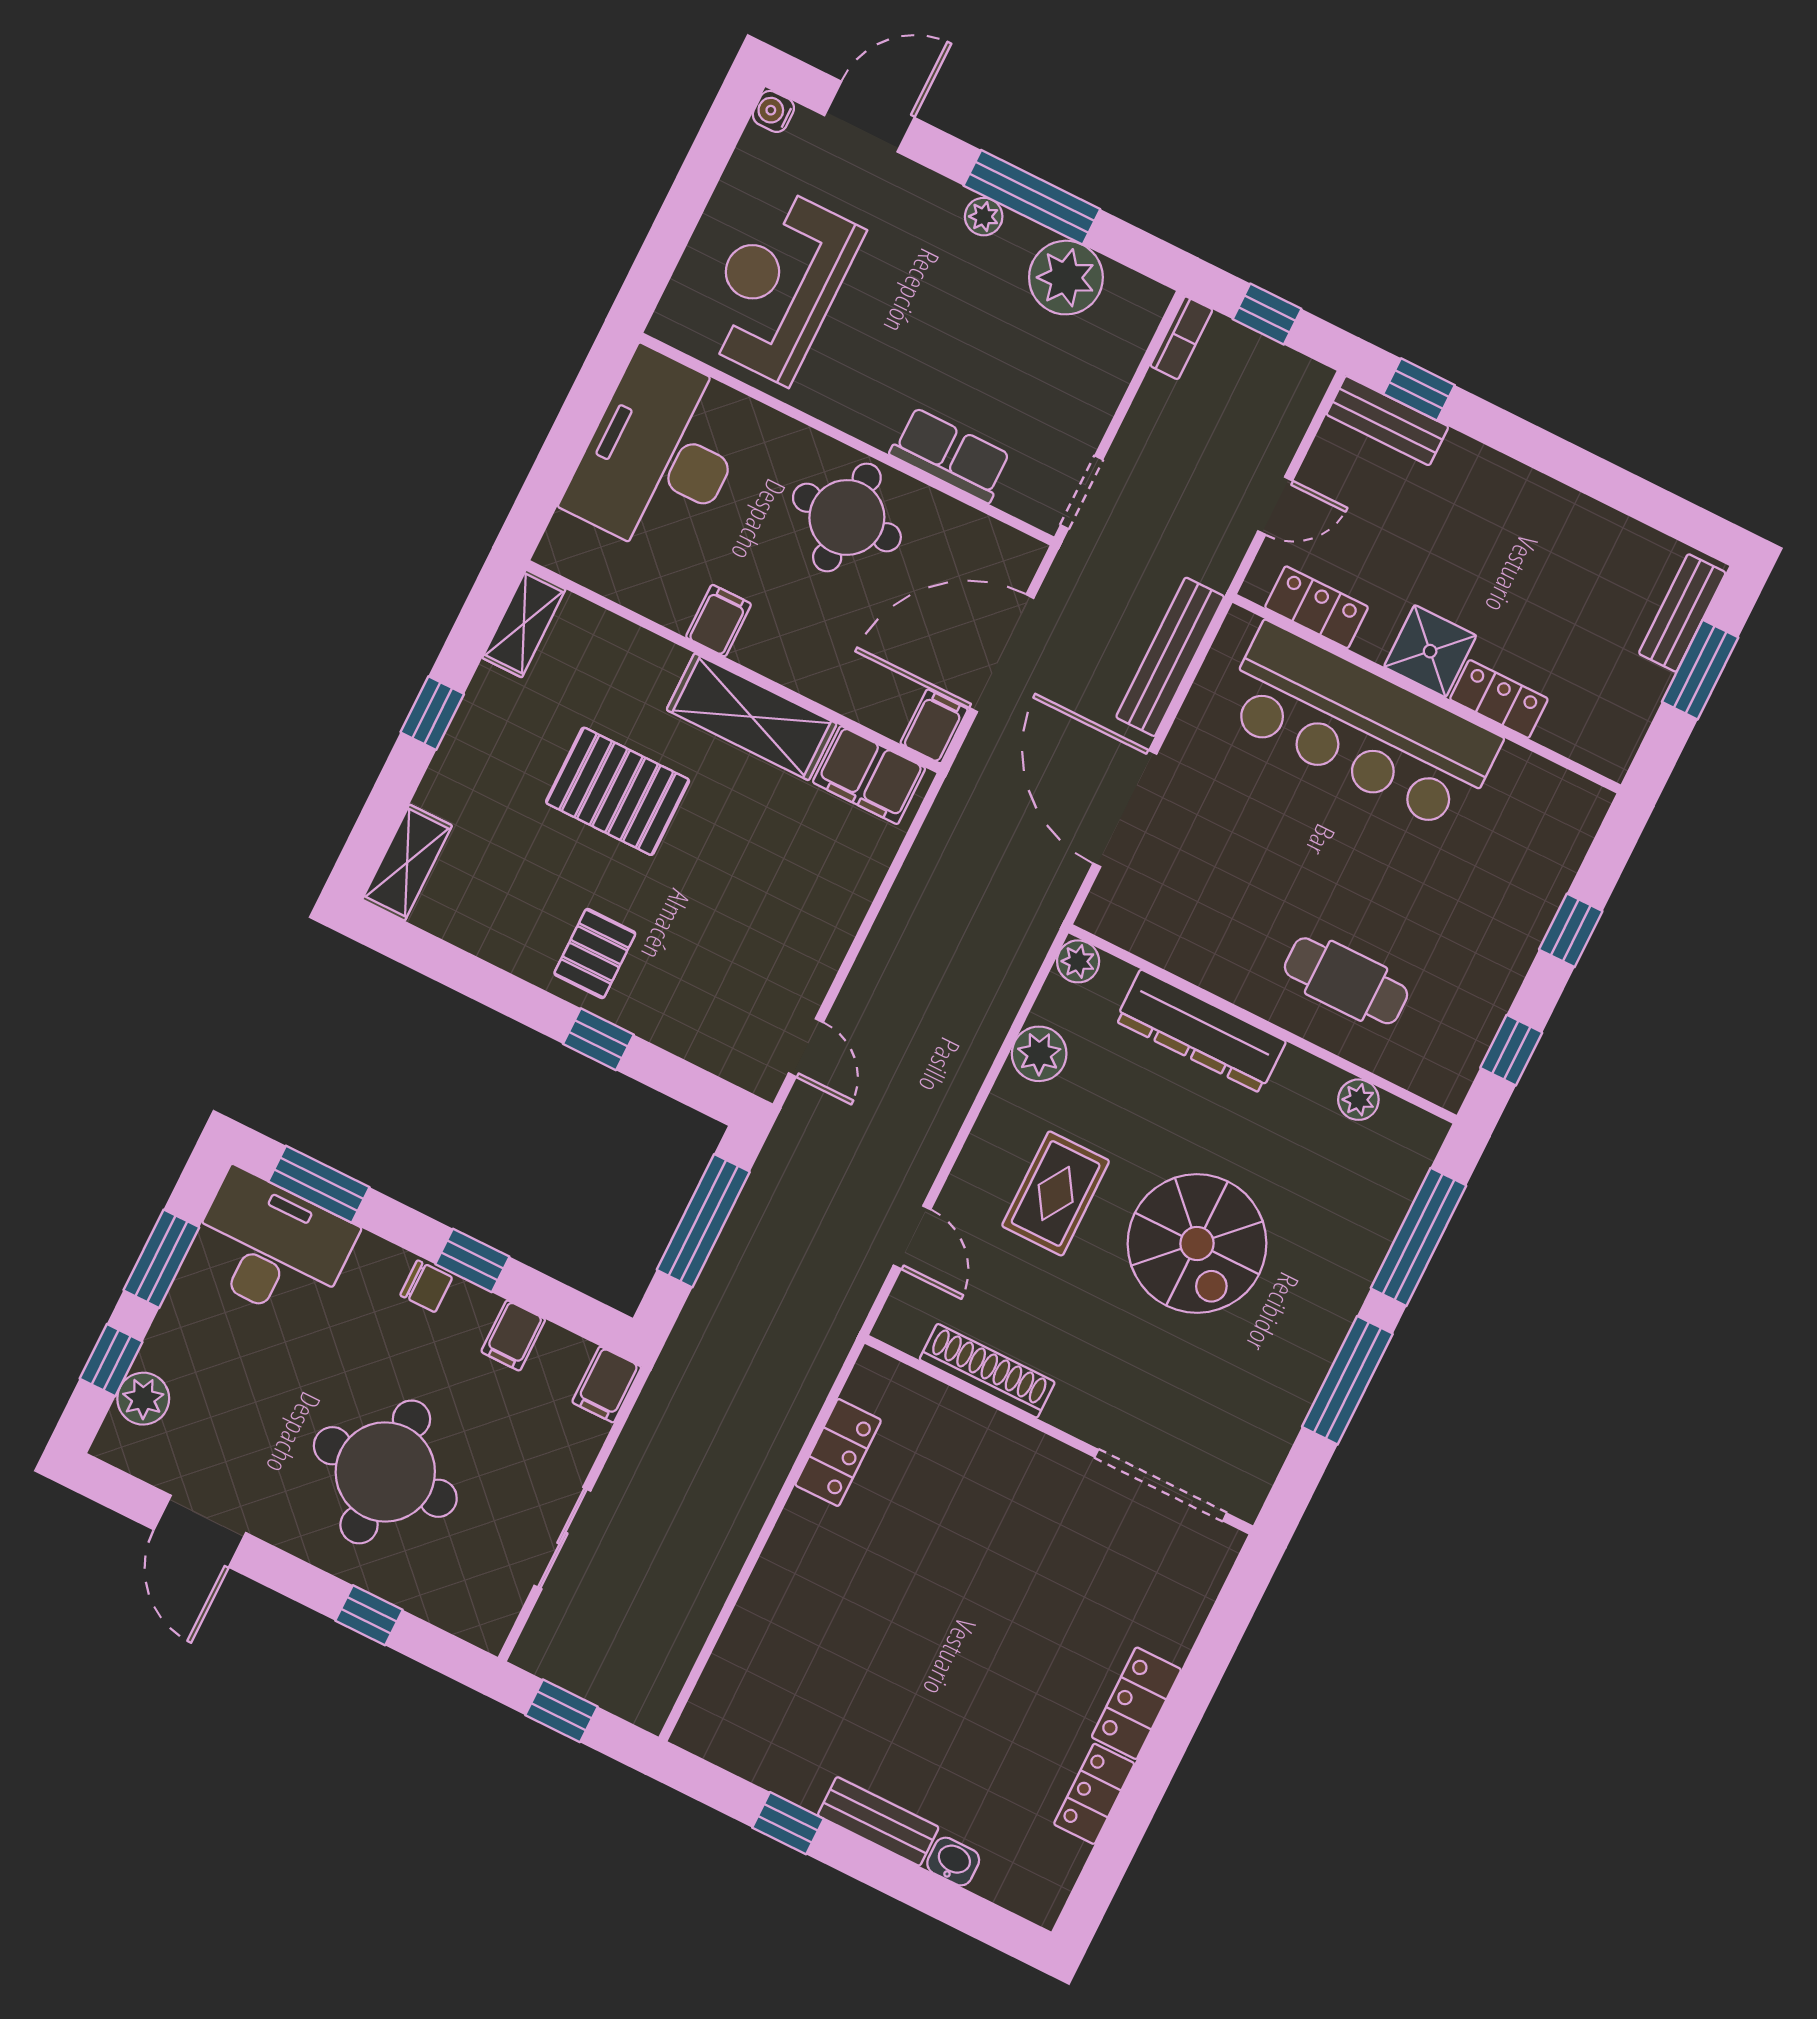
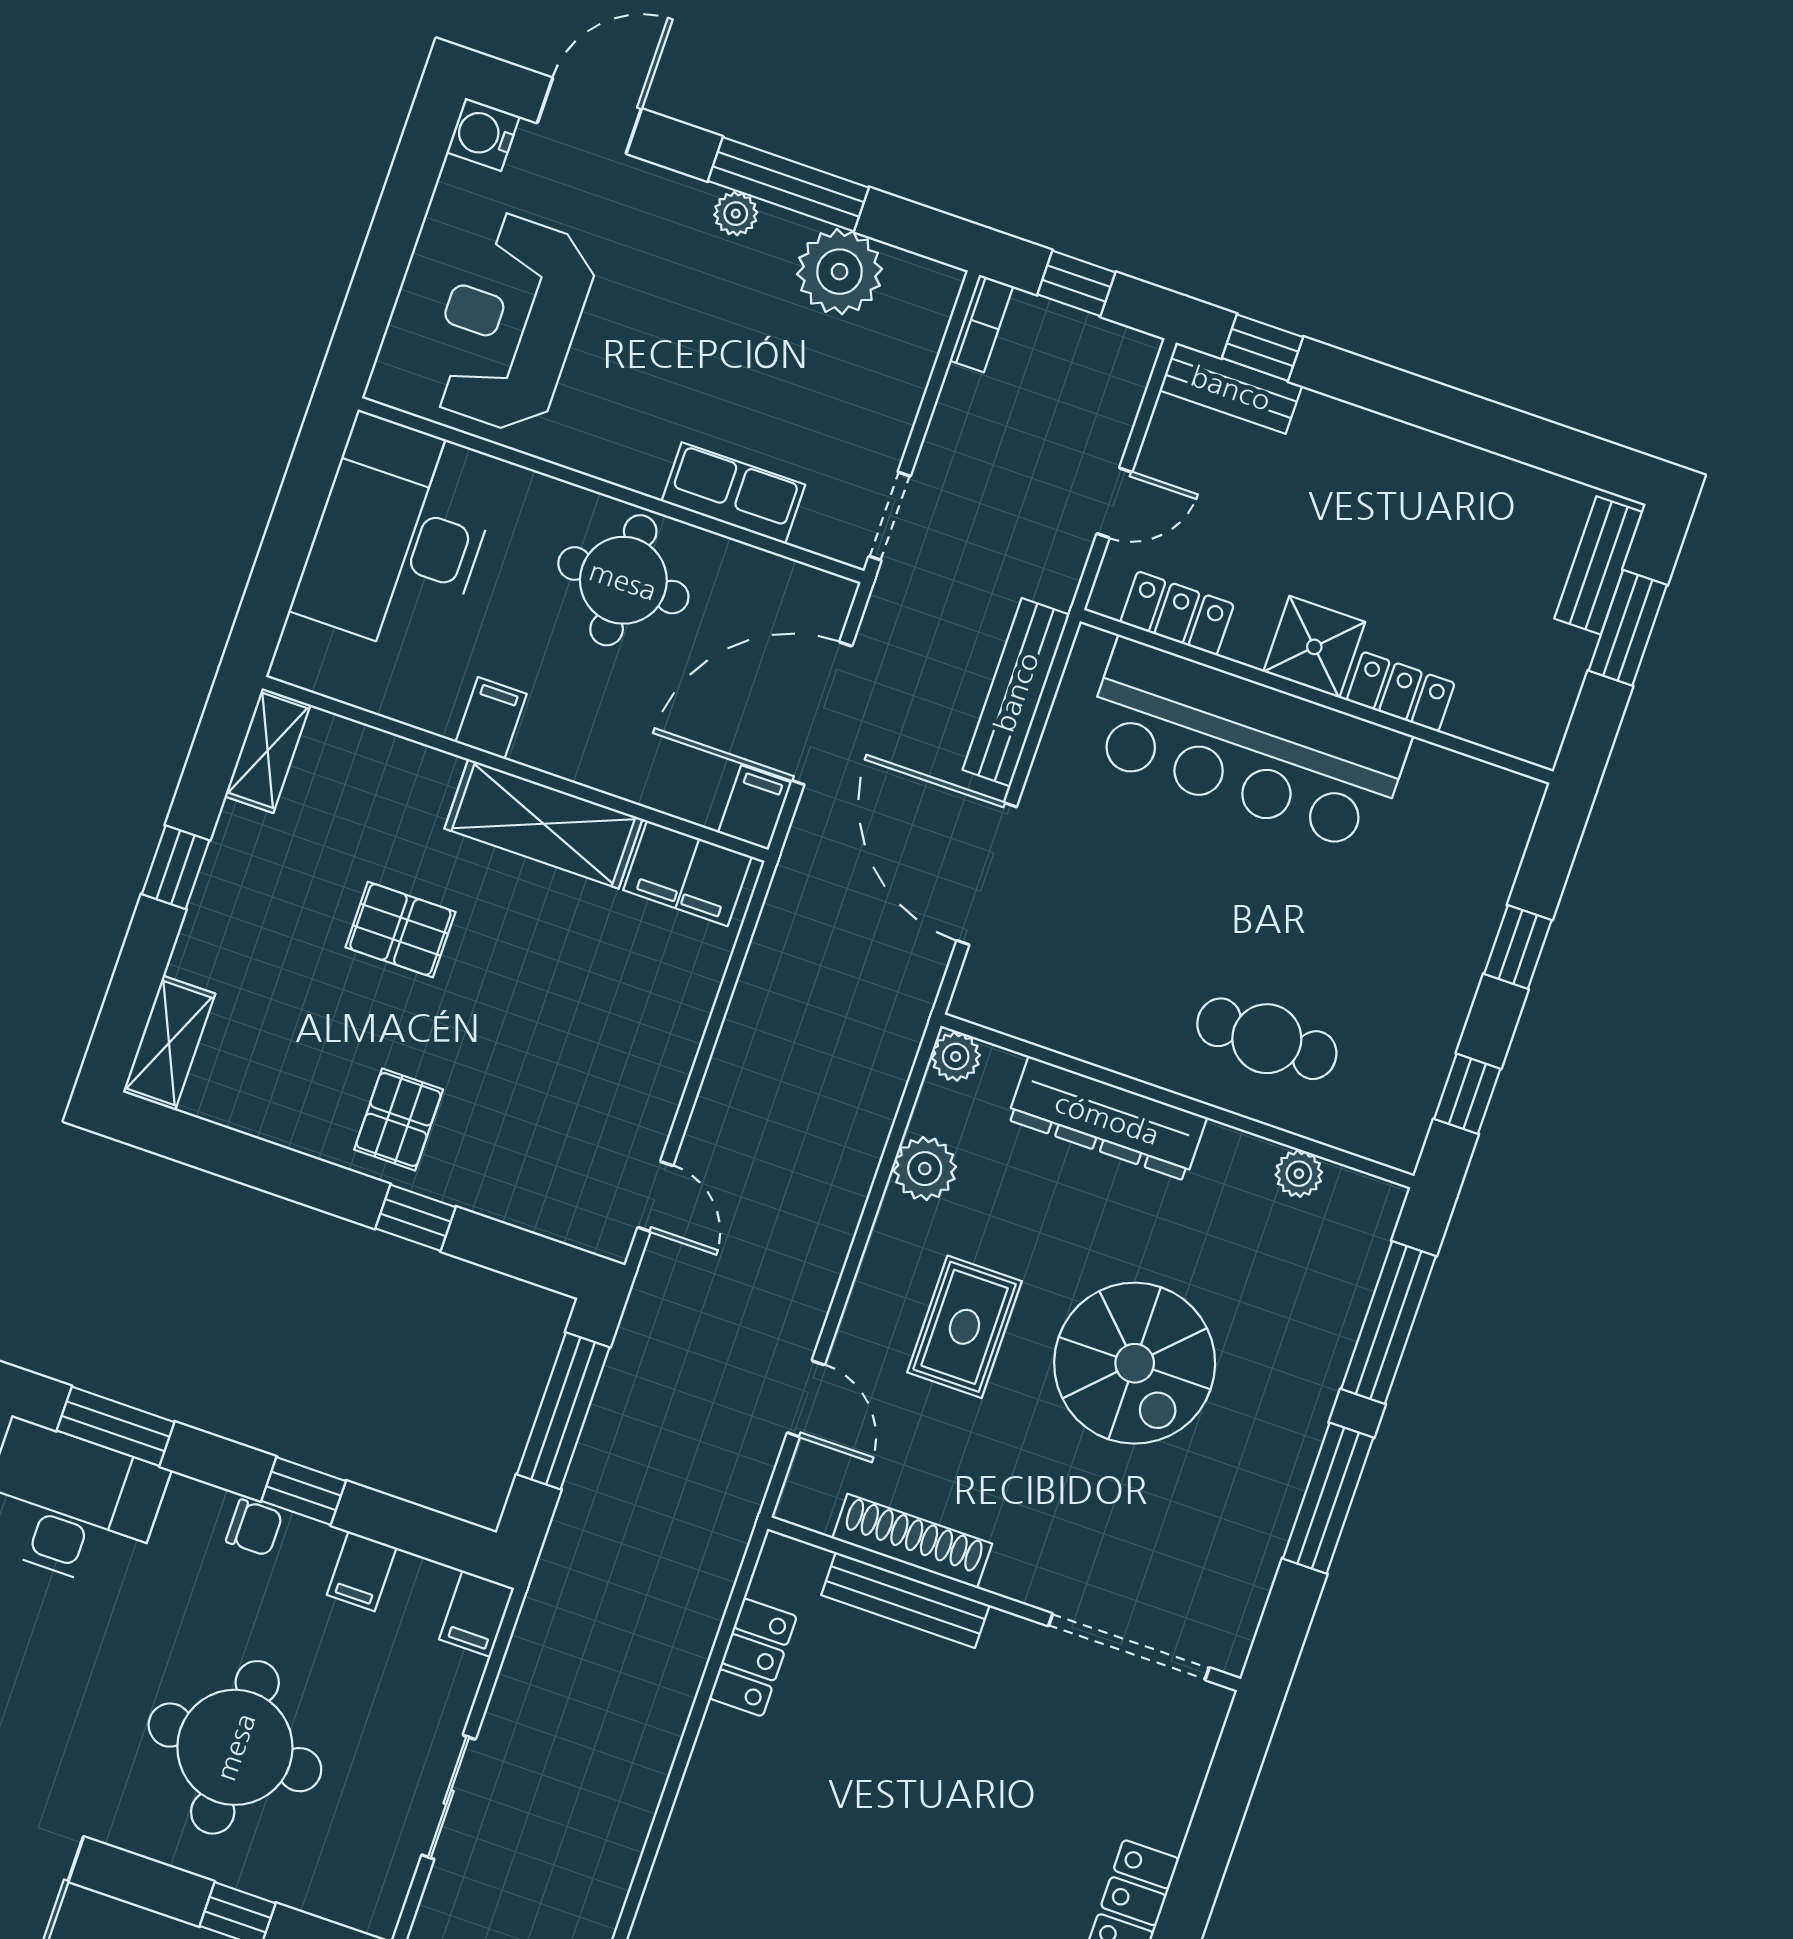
water cooler: (773, 111) -> (483, 134), width x1.38, depth x1.38
pallet: (618, 791) -> (400, 930), width x0.67, depth x0.71
bench: (975, 1420) -> (905, 1600), added

